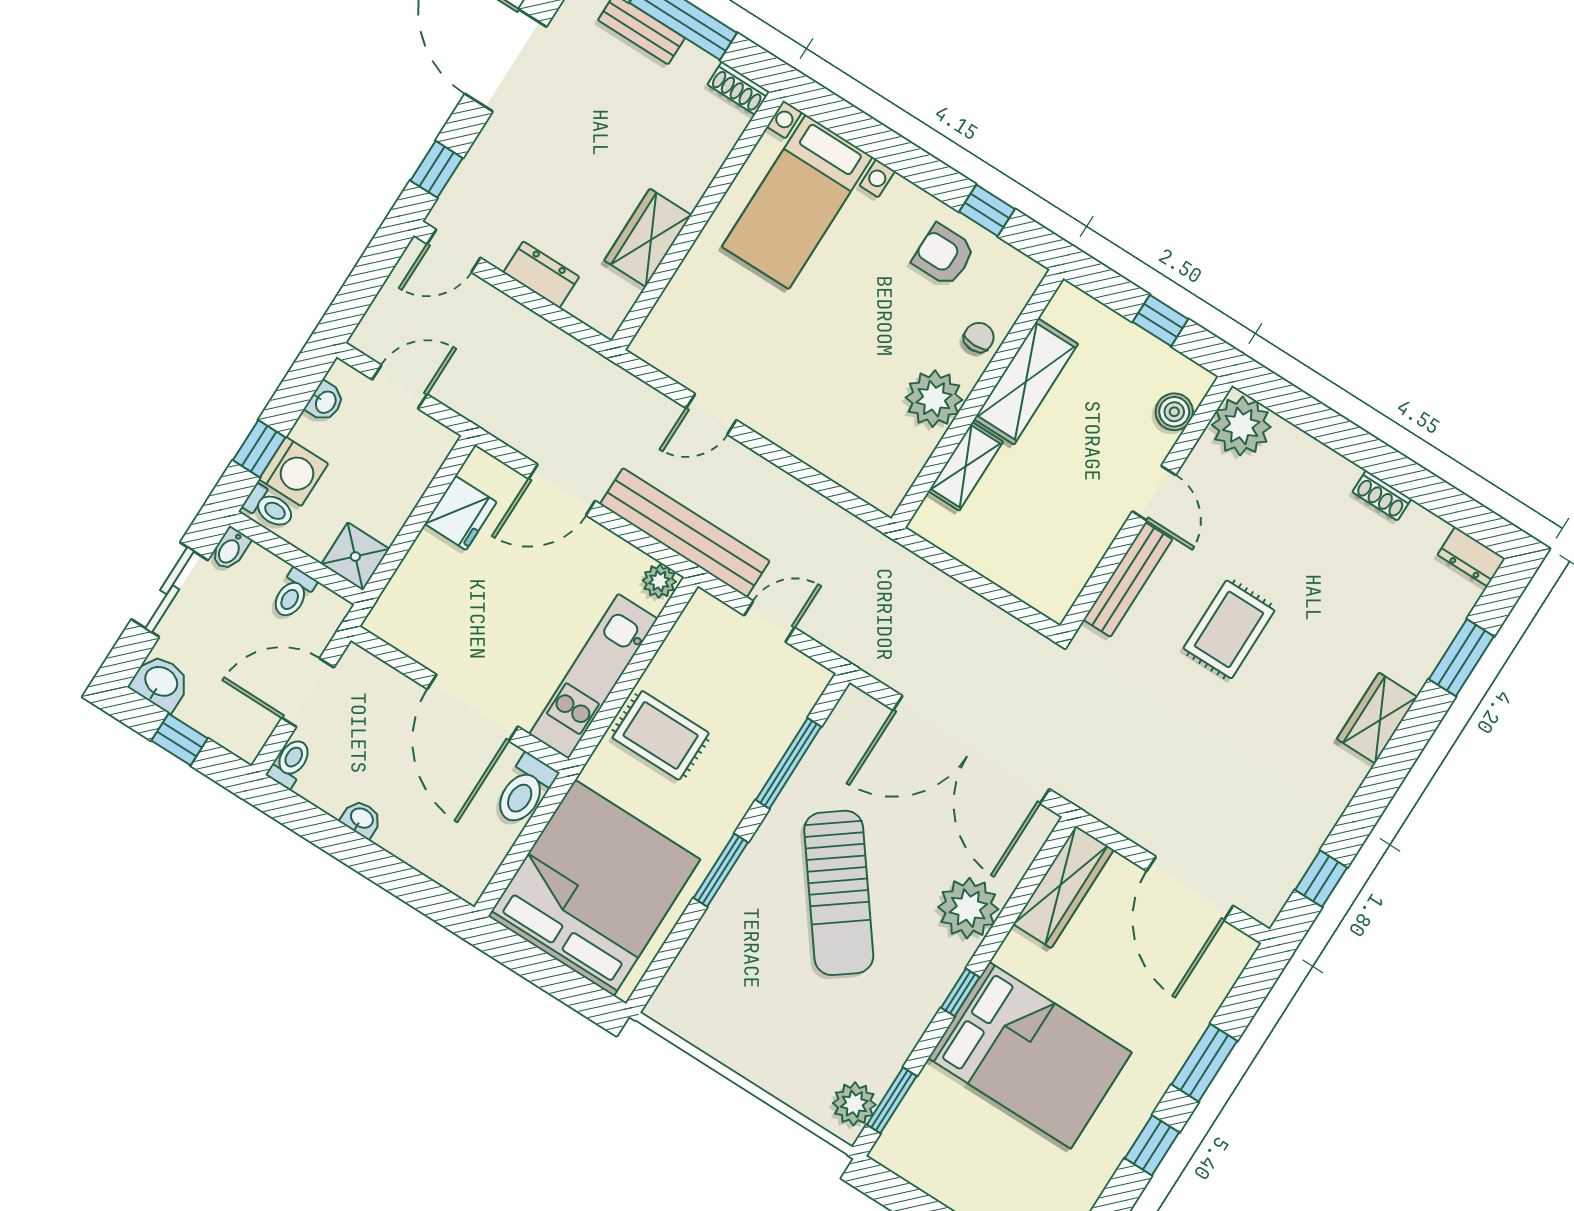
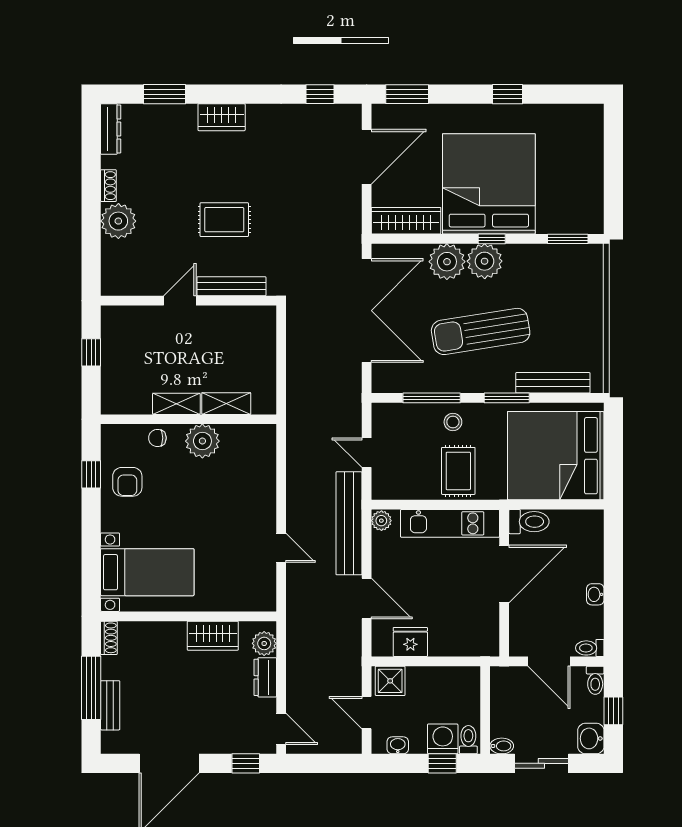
plant: (590, 304) -> (264, 643), added
shelving: (1026, 381) -> (176, 404), width x0.67, depth x0.75
boiler: (1174, 412) -> (133, 316), removed
plant: (1241, 426) -> (118, 221), moved
shower: (355, 557) -> (390, 681), moved
dresser: (1471, 557) -> (111, 129), width x1.44
toilet: (293, 594) -> (595, 680), moved, turned 90
stool: (735, 772) -> (453, 422), added
sun lounger: (839, 893) -> (481, 331), turned -152
bench: (701, 949) -> (553, 383), added
bed: (1030, 1055) -> (489, 184), width x1.36
window: (1204, 1063) -> (407, 94), moved
plant: (854, 1104) -> (485, 261), moved, width x1.36, depth x1.36

